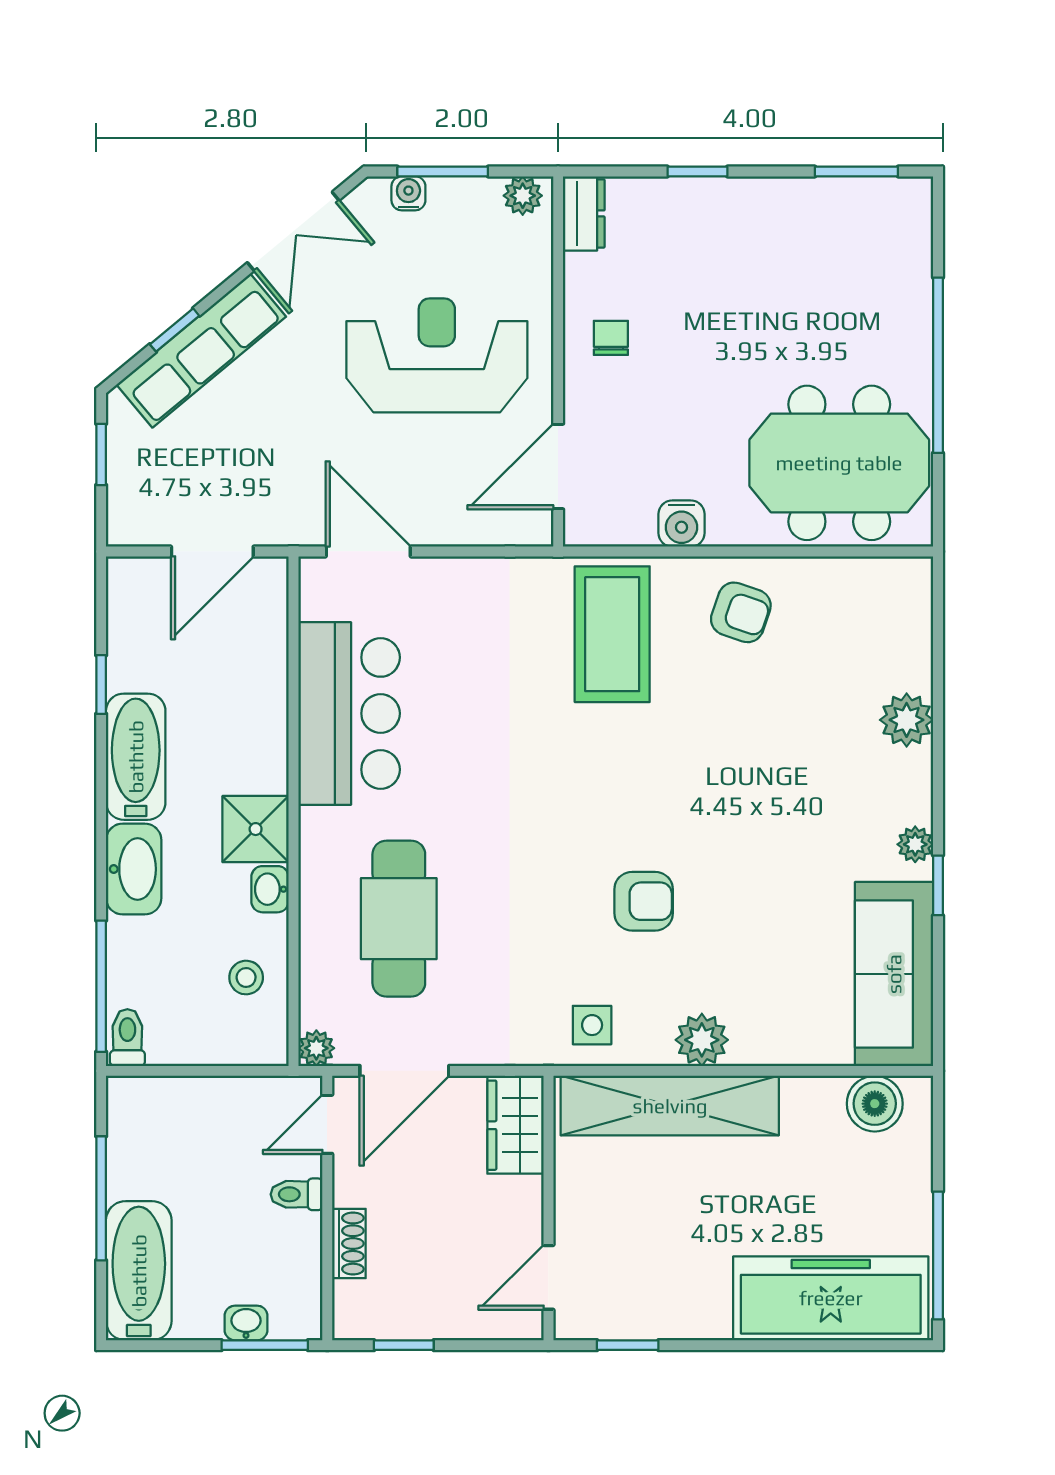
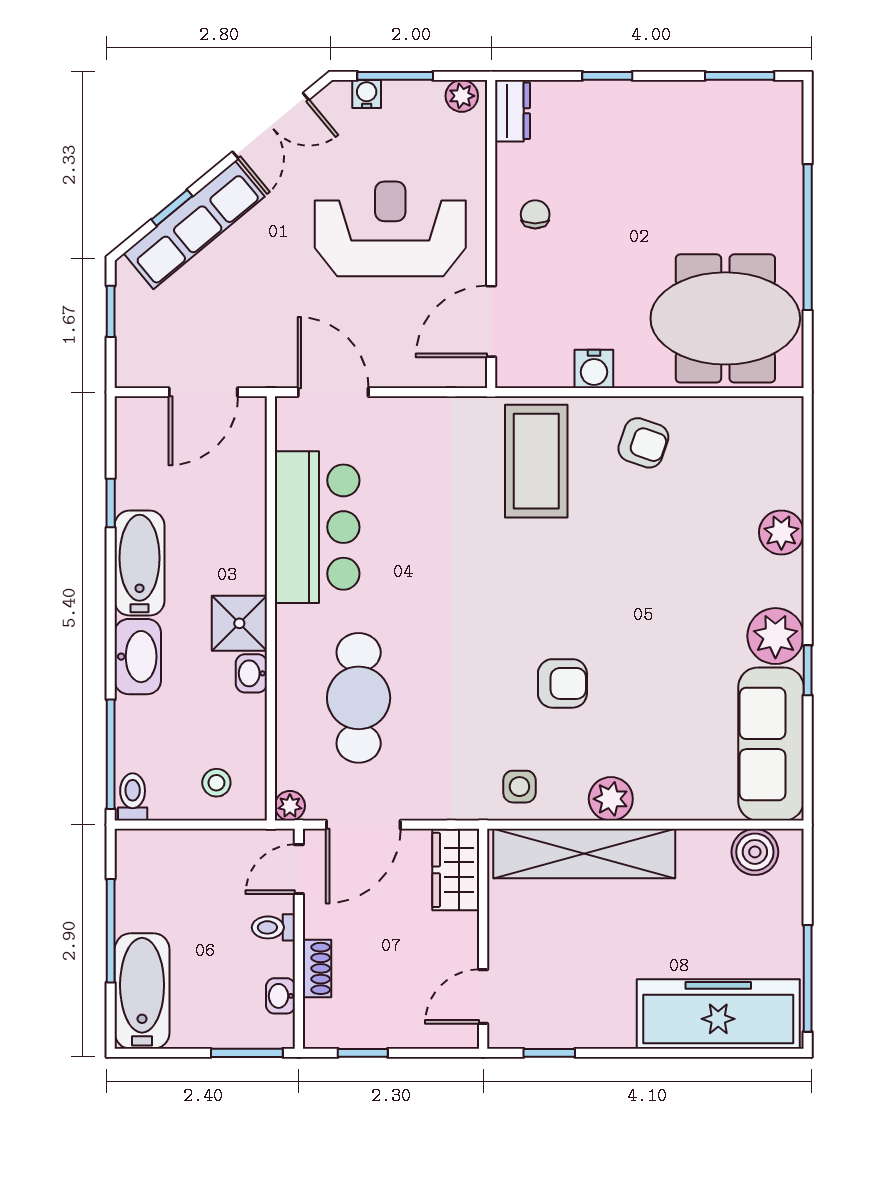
plant: (915, 844) -> (775, 636), width x1.88, depth x1.88
stool: (246, 978) -> (216, 783), moved
washbasin: (246, 1323) -> (281, 996), moved, turned -90

